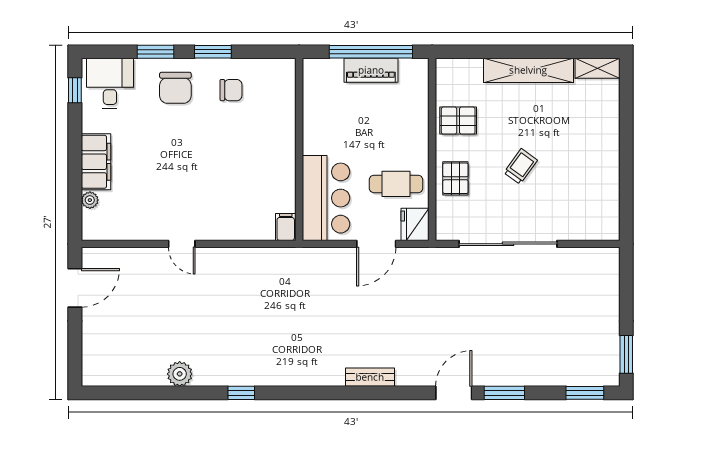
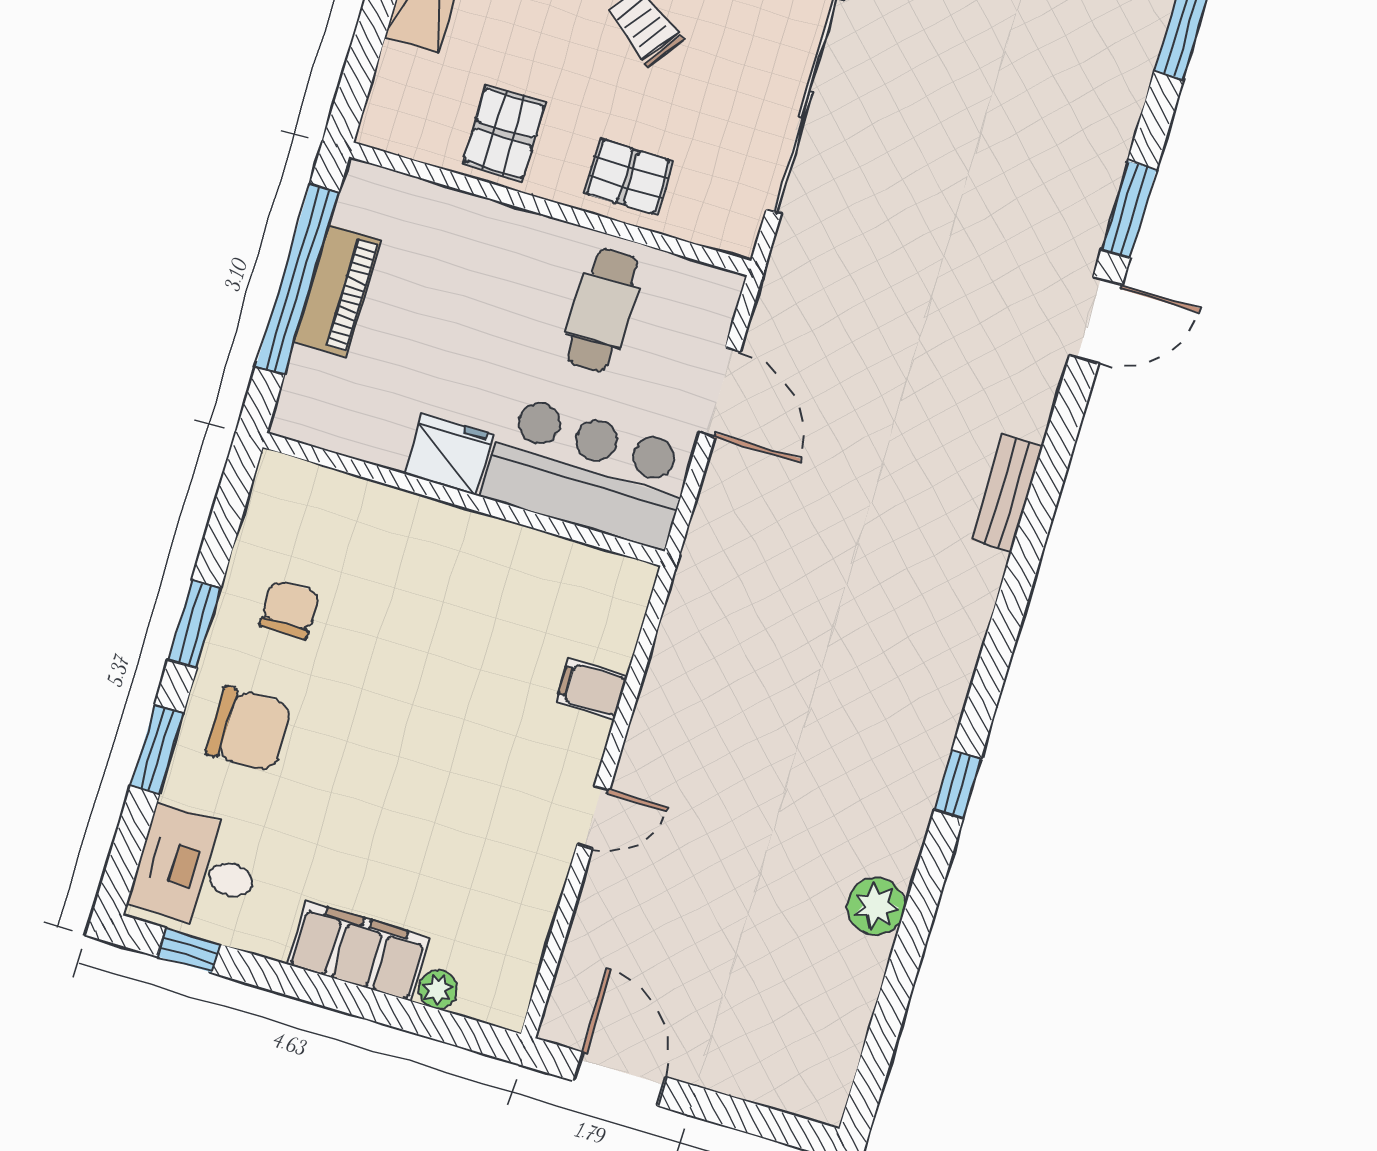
fridge: (415, 224) -> (449, 454), moved, turned 180
filing cabinet: (286, 227) -> (592, 689), moved
door: (454, 393) -> (1096, 320), swing flipped

